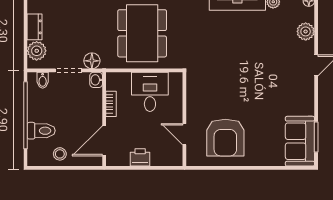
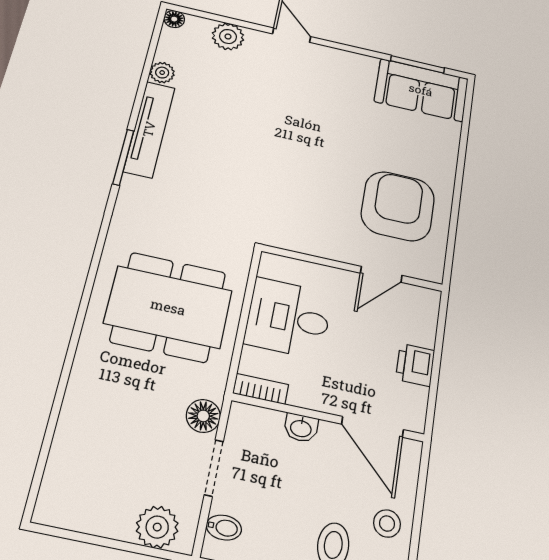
dresser: (35, 27) -> (104, 521), removed
washbasin: (96, 80) -> (301, 428), moved
bookcase: (111, 104) -> (261, 389), moved
armchair: (225, 138) -> (398, 206), turned -90

